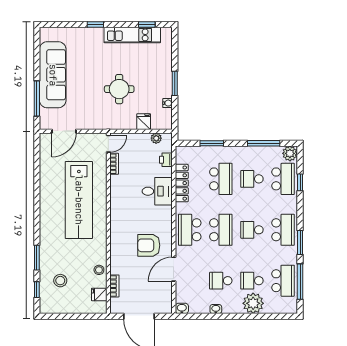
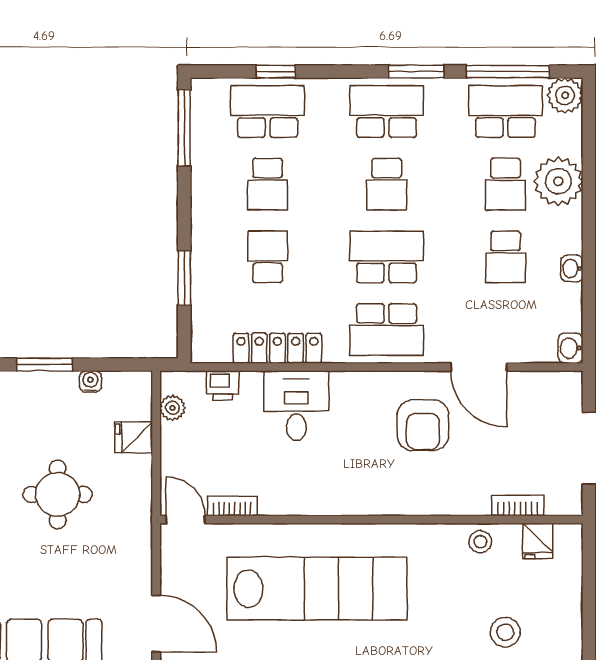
window: (264, 143) -> (184, 128), moved
plant: (290, 153) -> (565, 95), moved
school desk: (221, 179) -> (268, 257), width x0.54

